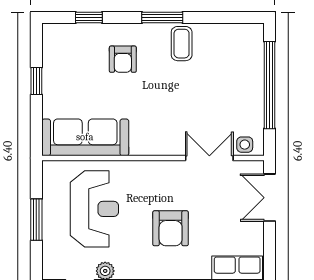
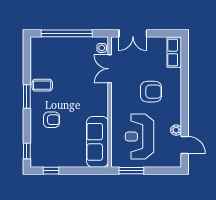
window: (89, 17) -> (27, 151), moved
window: (36, 81) -> (51, 171), moved
reception desk: (94, 209) -> (140, 137), turned -90
window: (36, 220) -> (131, 171), moved

